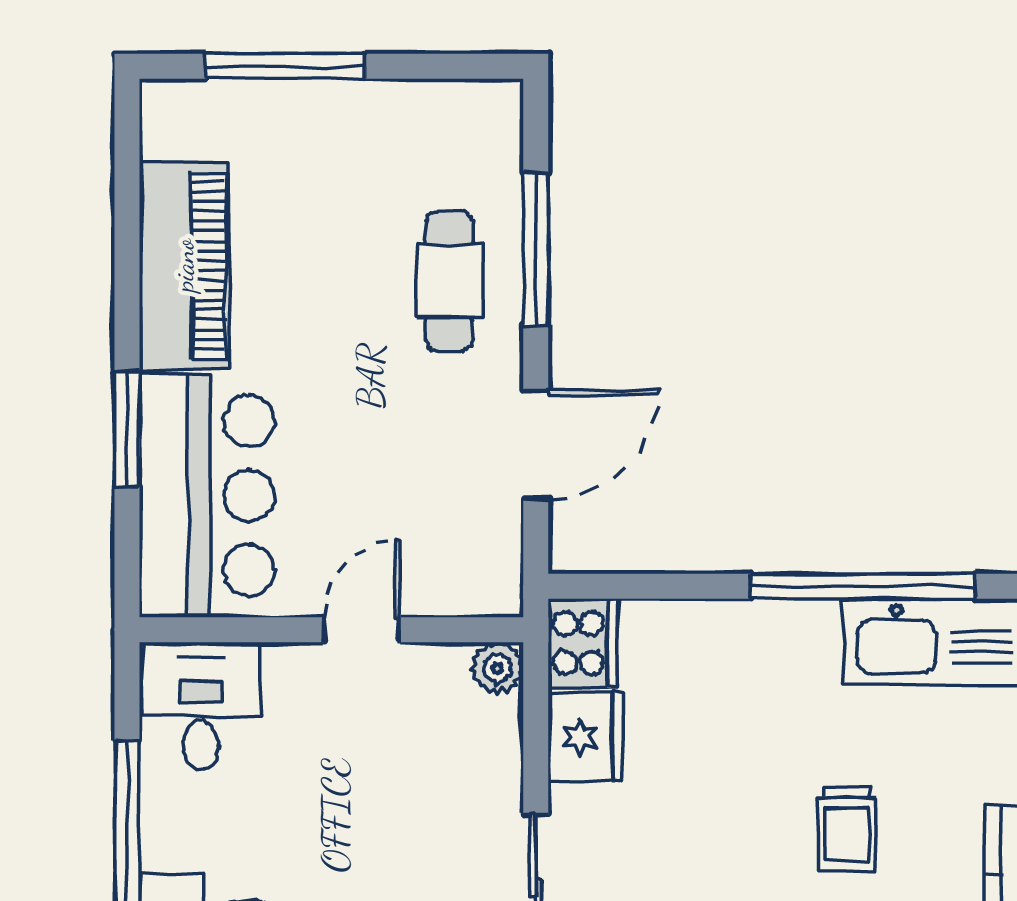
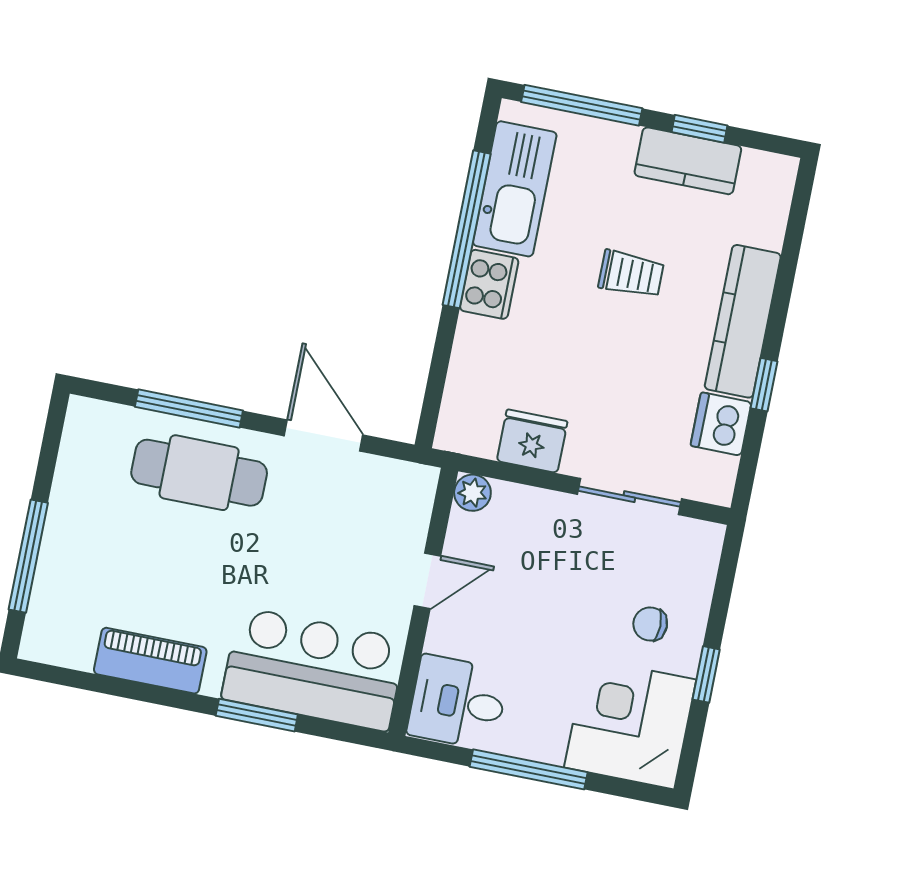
piano: (184, 265) -> (150, 661), width x0.73, depth x0.75
cafe table: (449, 281) -> (199, 473), width x1.37, depth x1.35
door: (362, 630) -> (427, 581), swing flipped
cooker: (583, 643) -> (489, 284), moved, turned 90

